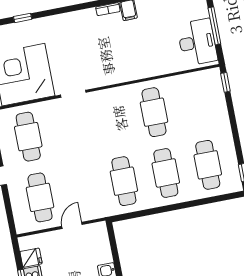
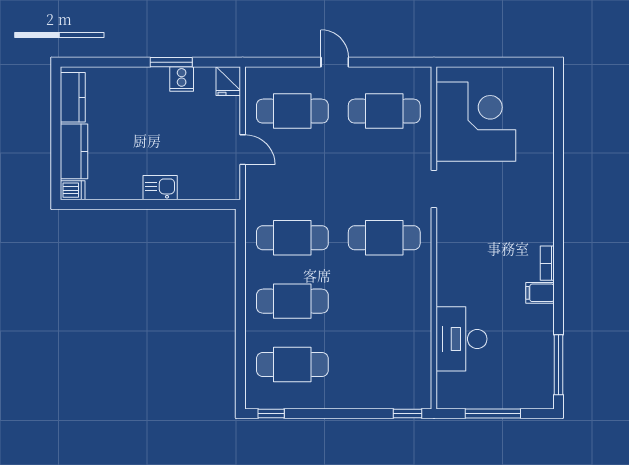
window: (23, 18) -> (559, 137), removed
desk: (197, 42) -> (462, 339), moved, turned 90
cafe table: (154, 112) -> (384, 238), moved
fridge: (31, 258) -> (228, 81), moved

